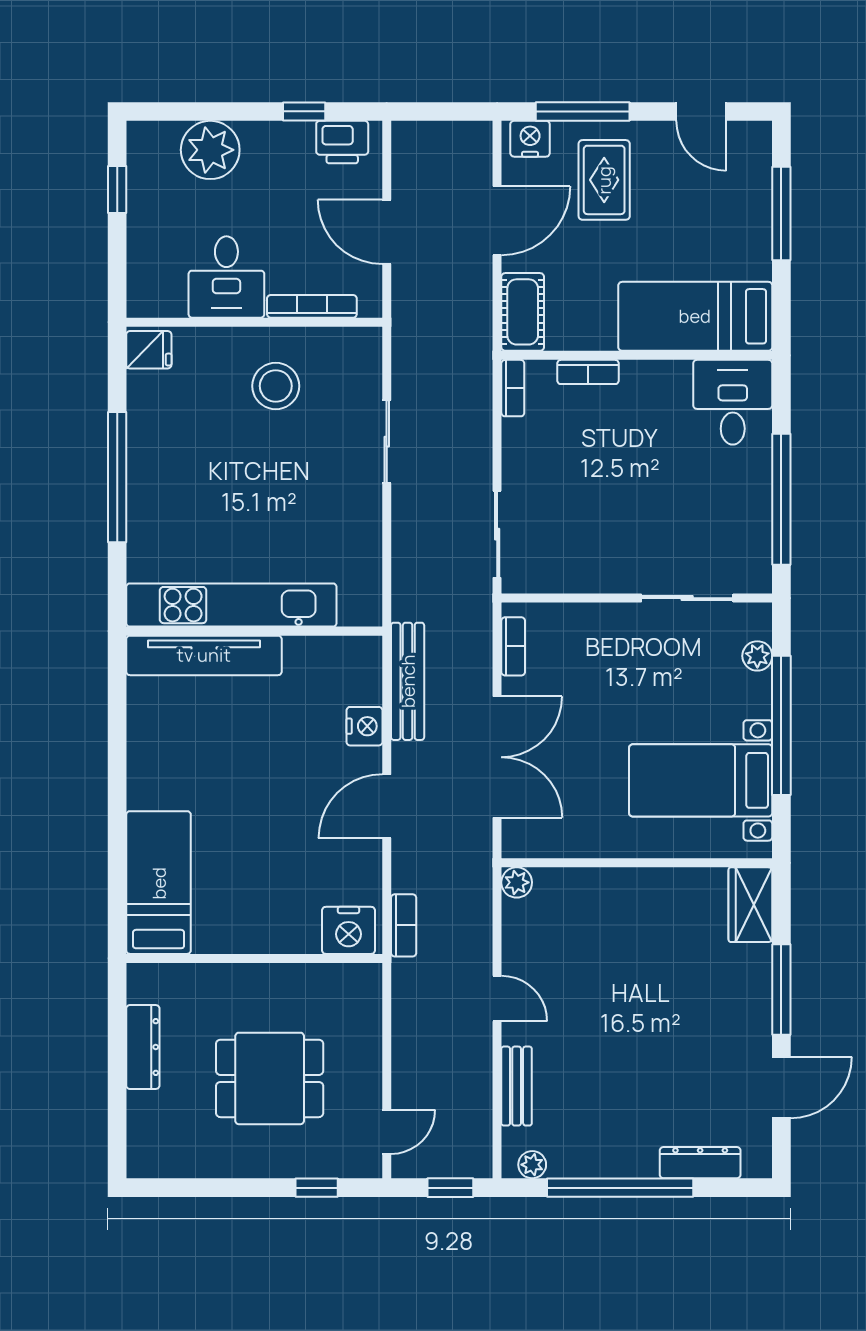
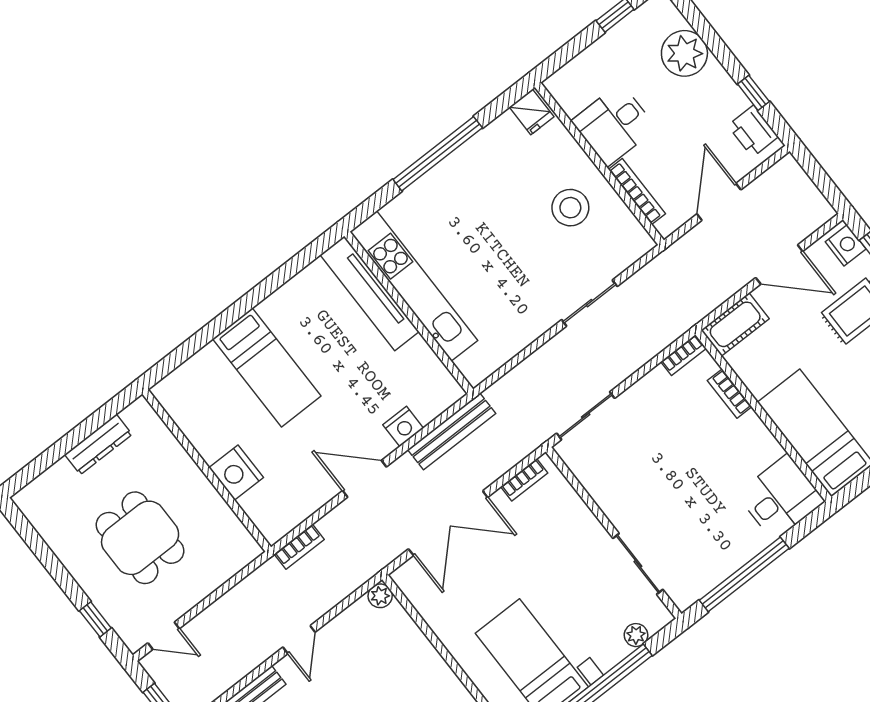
bed: (159, 883) -> (267, 367), moved, turned 90
nightstand: (349, 930) -> (236, 473), moved

